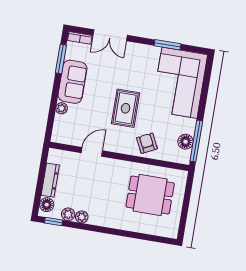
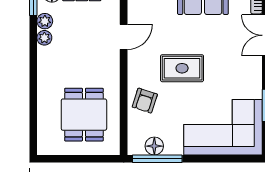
armchair: (147, 143) -> (145, 101), turned 134
door: (92, 152) -> (124, 37), hinge flipped

